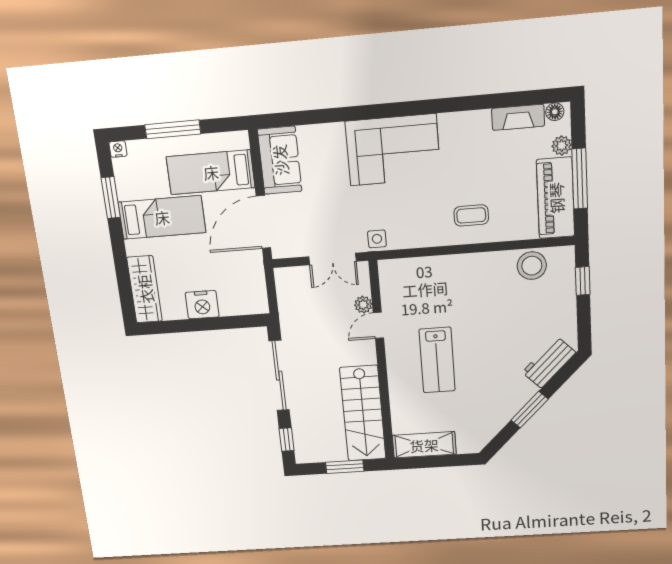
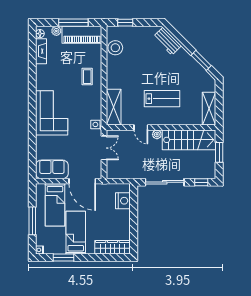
shelving: (414, 271) -> (114, 107), added
nightstand: (202, 305) -> (123, 201), moved
plant: (363, 305) -> (157, 134), moved
window: (529, 410) -> (201, 60), moved

